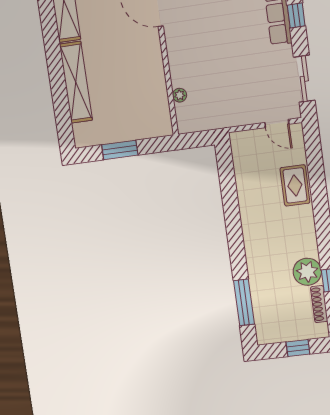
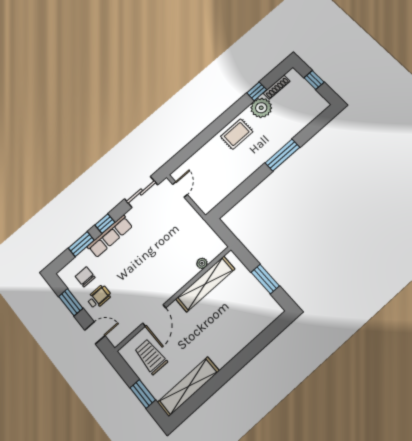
shelving: (76, 82) -> (205, 284), moved
rug: (295, 185) -> (237, 134), moved
window: (244, 302) -> (282, 155), moved

